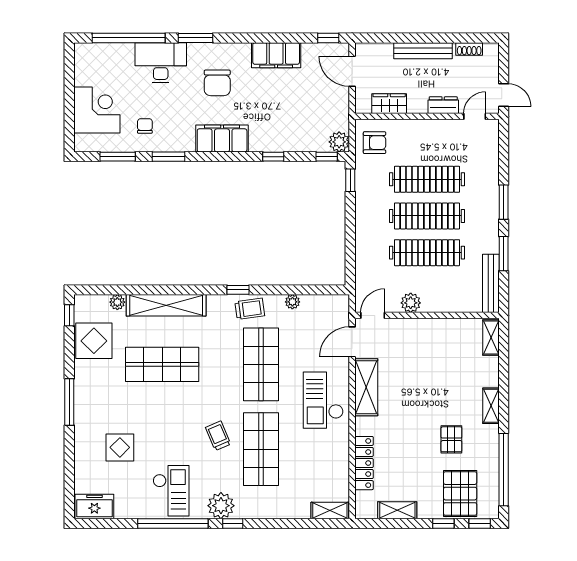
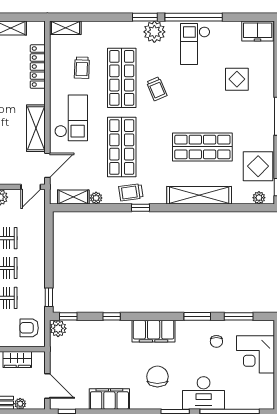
plant: (386, 49) -> (20, 404), added
plant: (117, 302) -> (259, 198), moved
shelving: (320, 303) -> (73, 197), added
trolley: (310, 462) -> (82, 68), added
window: (233, 524) -> (145, 17), width x1.50

